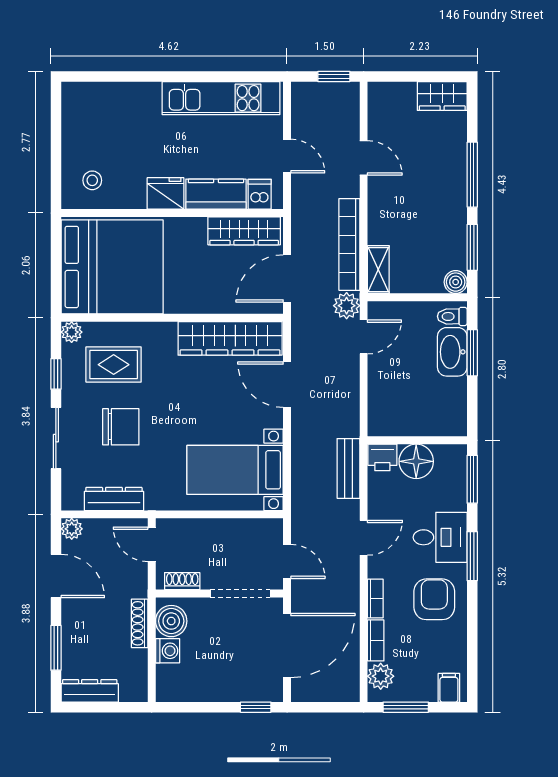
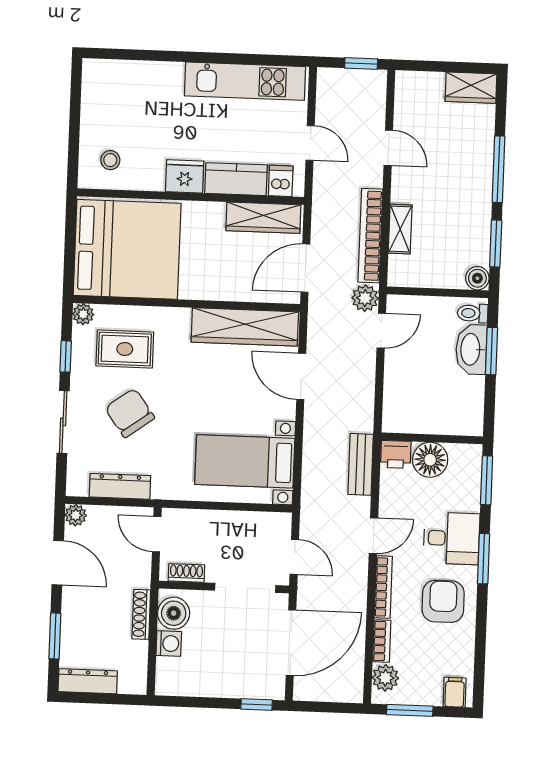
shelving: (378, 270) -> (400, 229), moved
chair: (121, 427) -> (130, 413), turned -126
bookcase: (375, 598) -> (383, 587), width x1.56

